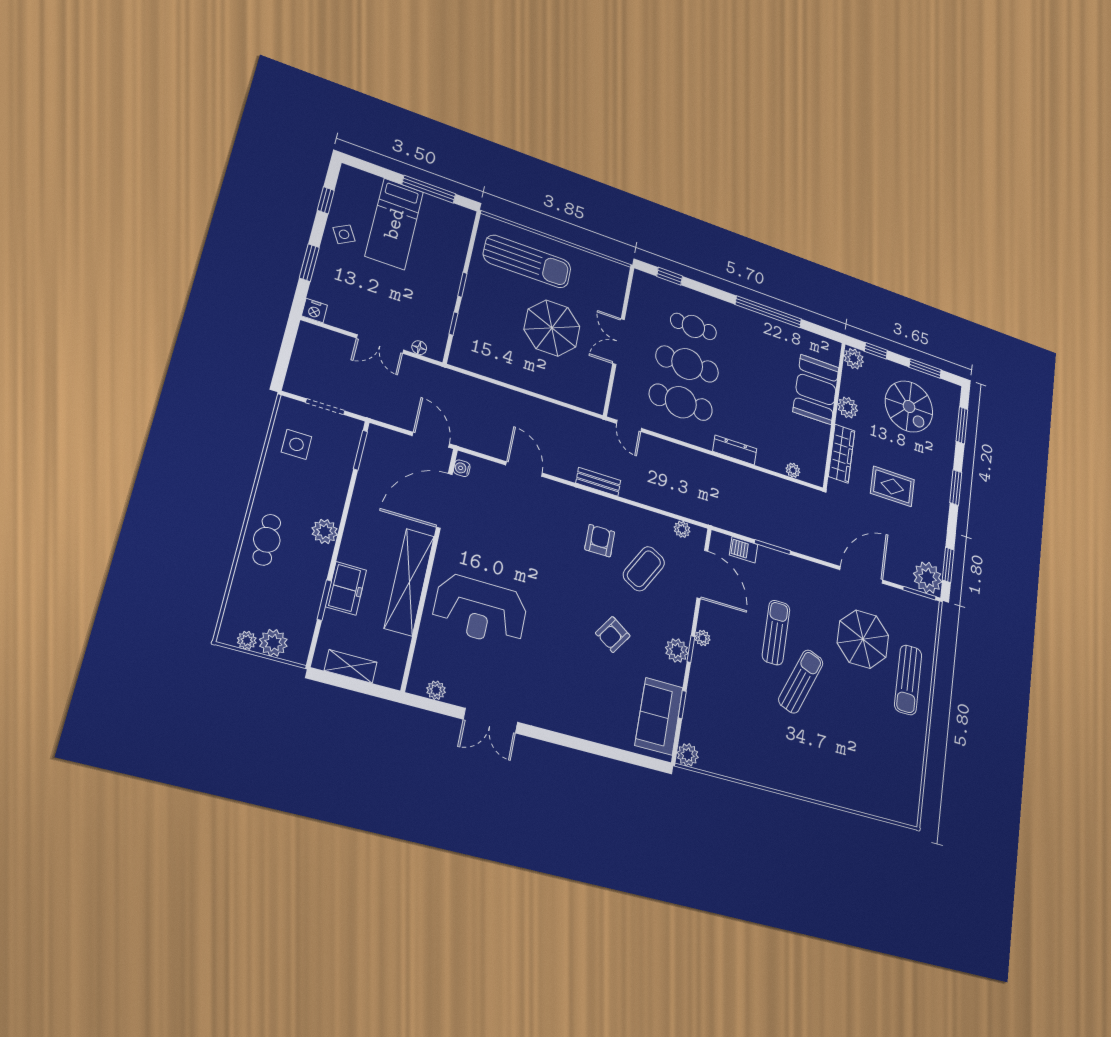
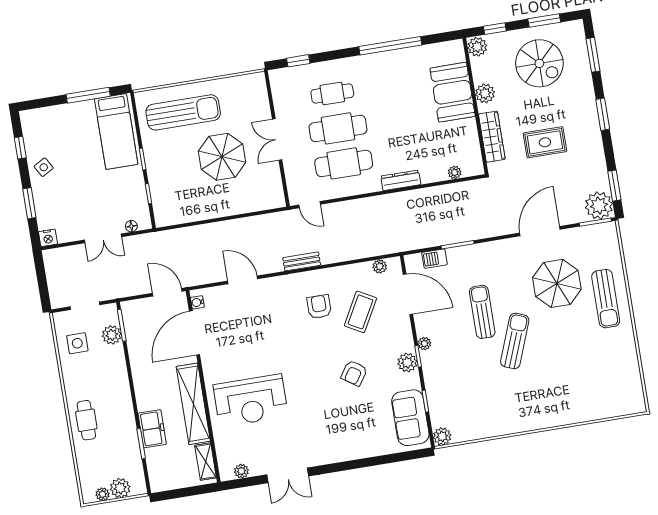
bed: (394, 224) -> (116, 132), moved
plant: (325, 531) -> (112, 335), moved
shelving: (351, 666) -> (206, 462), moved, turned 90

